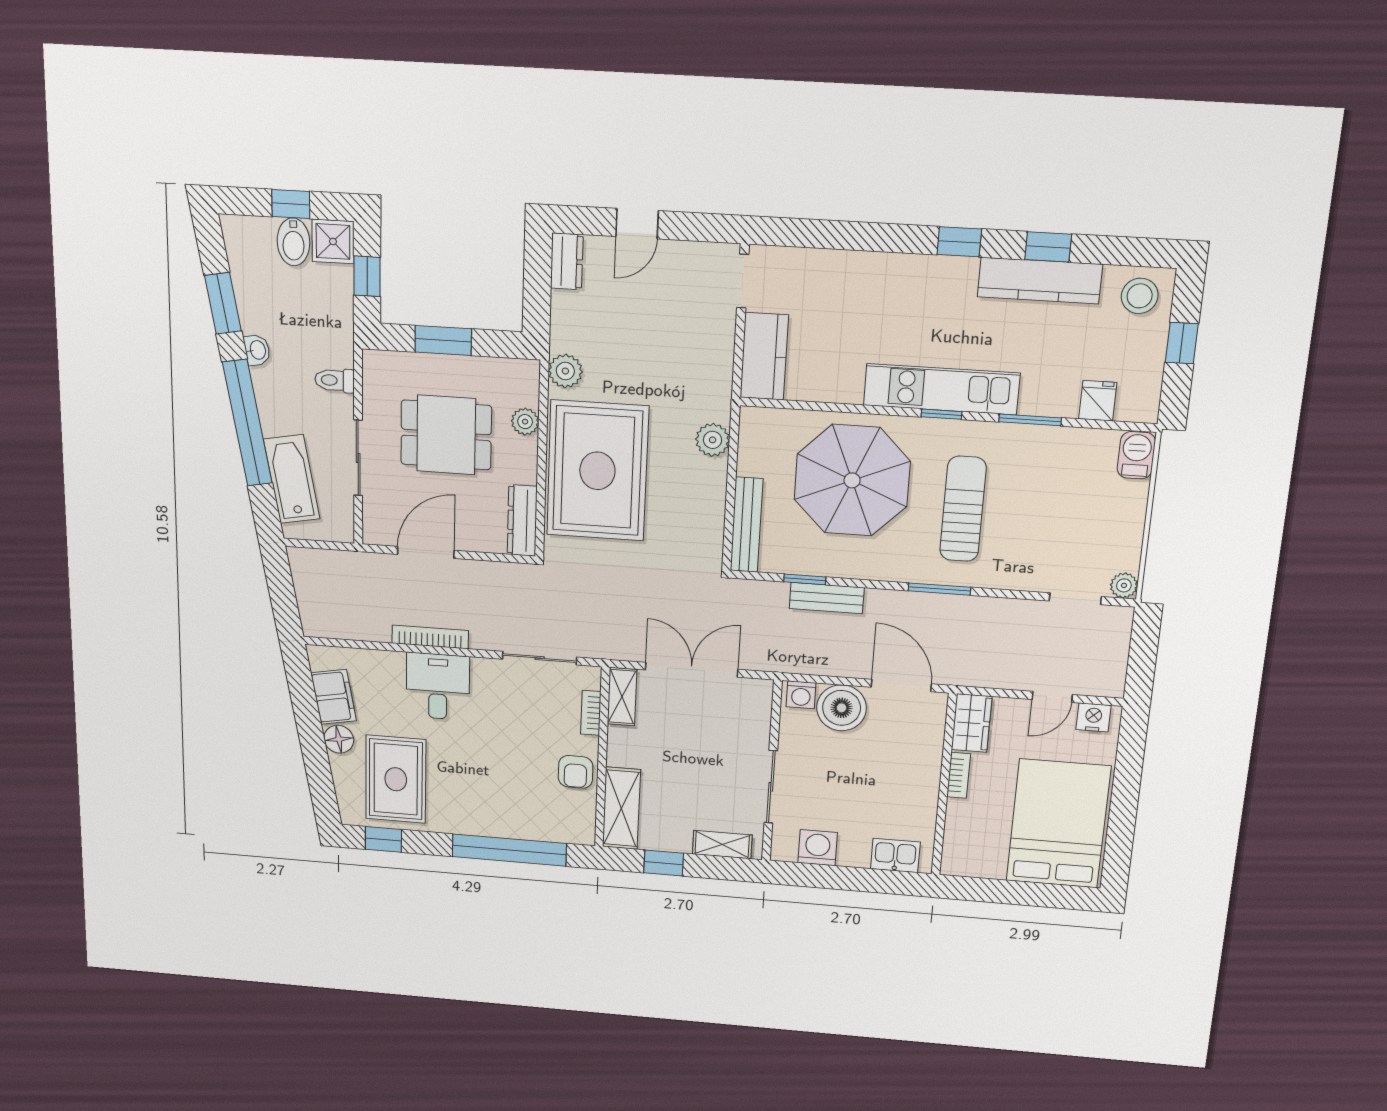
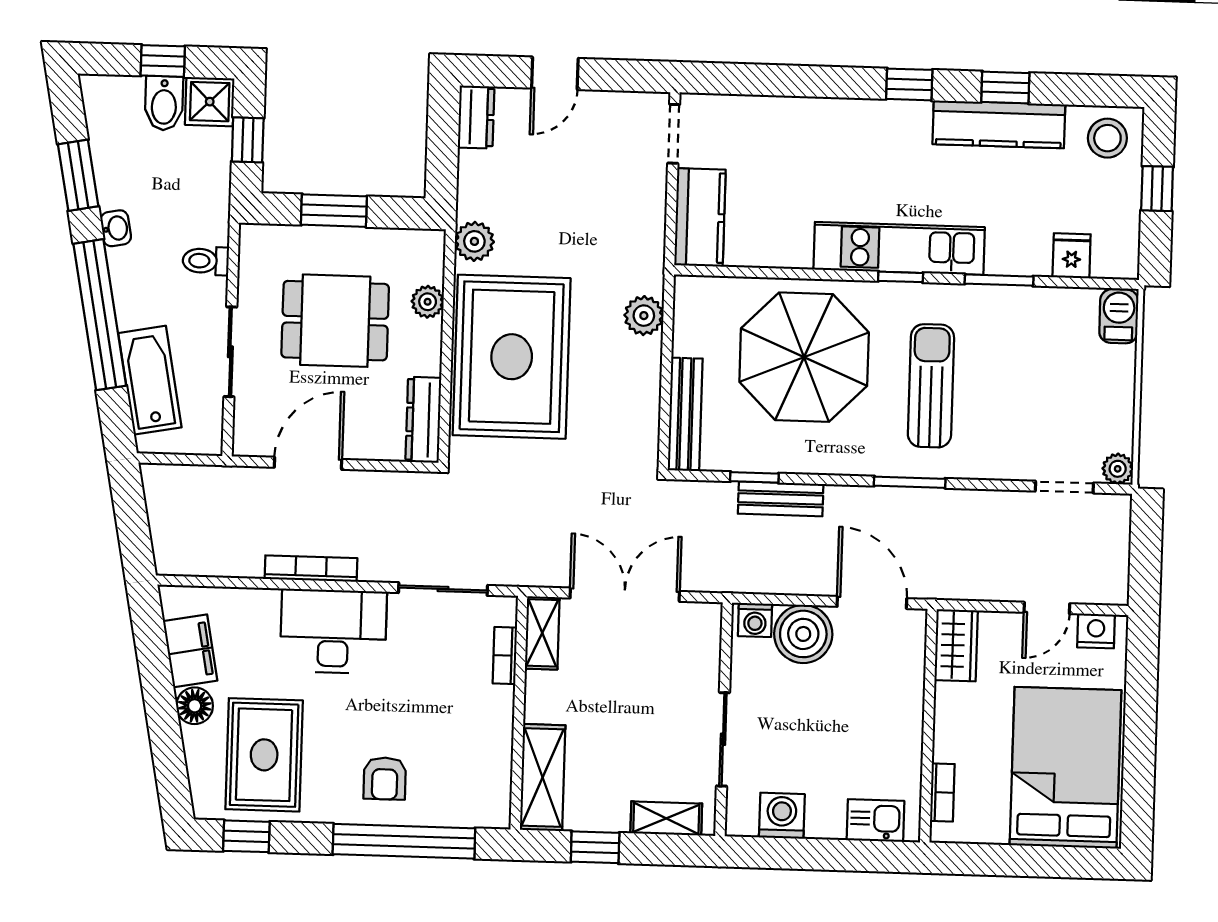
desk: (438, 686) -> (333, 631), width x1.37
armchair: (576, 772) -> (385, 778), moved
bookcase: (959, 775) -> (942, 792), moved

